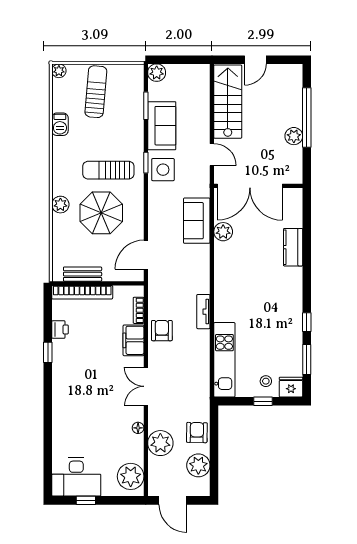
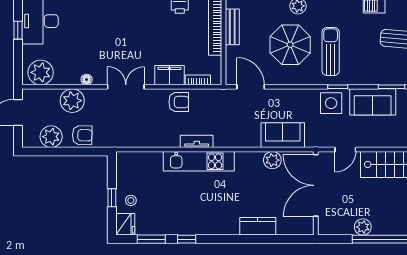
kitchen unit: (224, 360) -> (199, 161), moved

